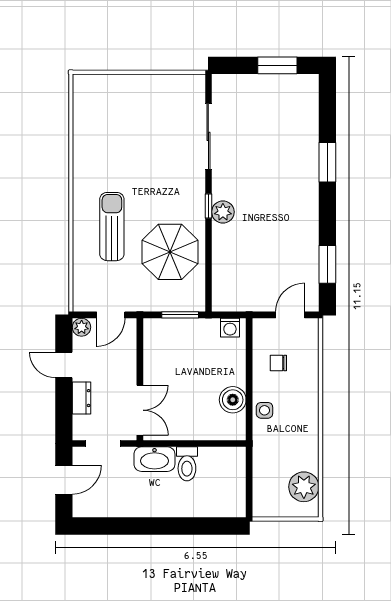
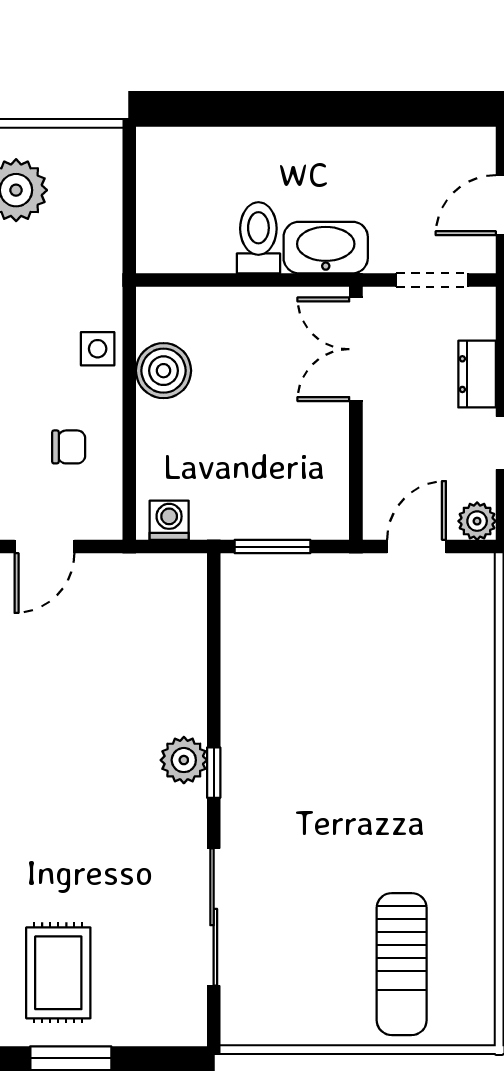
rug: (283, 109) -> (58, 973), added
sun lounger: (112, 227) -> (402, 964), moved
parasol: (170, 252) -> (294, 677), removed

